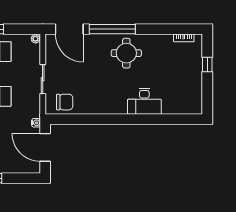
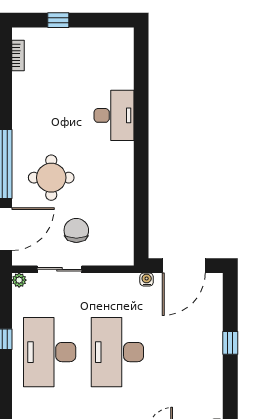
round table: (126, 53) -> (51, 178), moved
sliding door: (43, 79) -> (59, 269), moved
chair: (65, 102) -> (76, 230), moved

